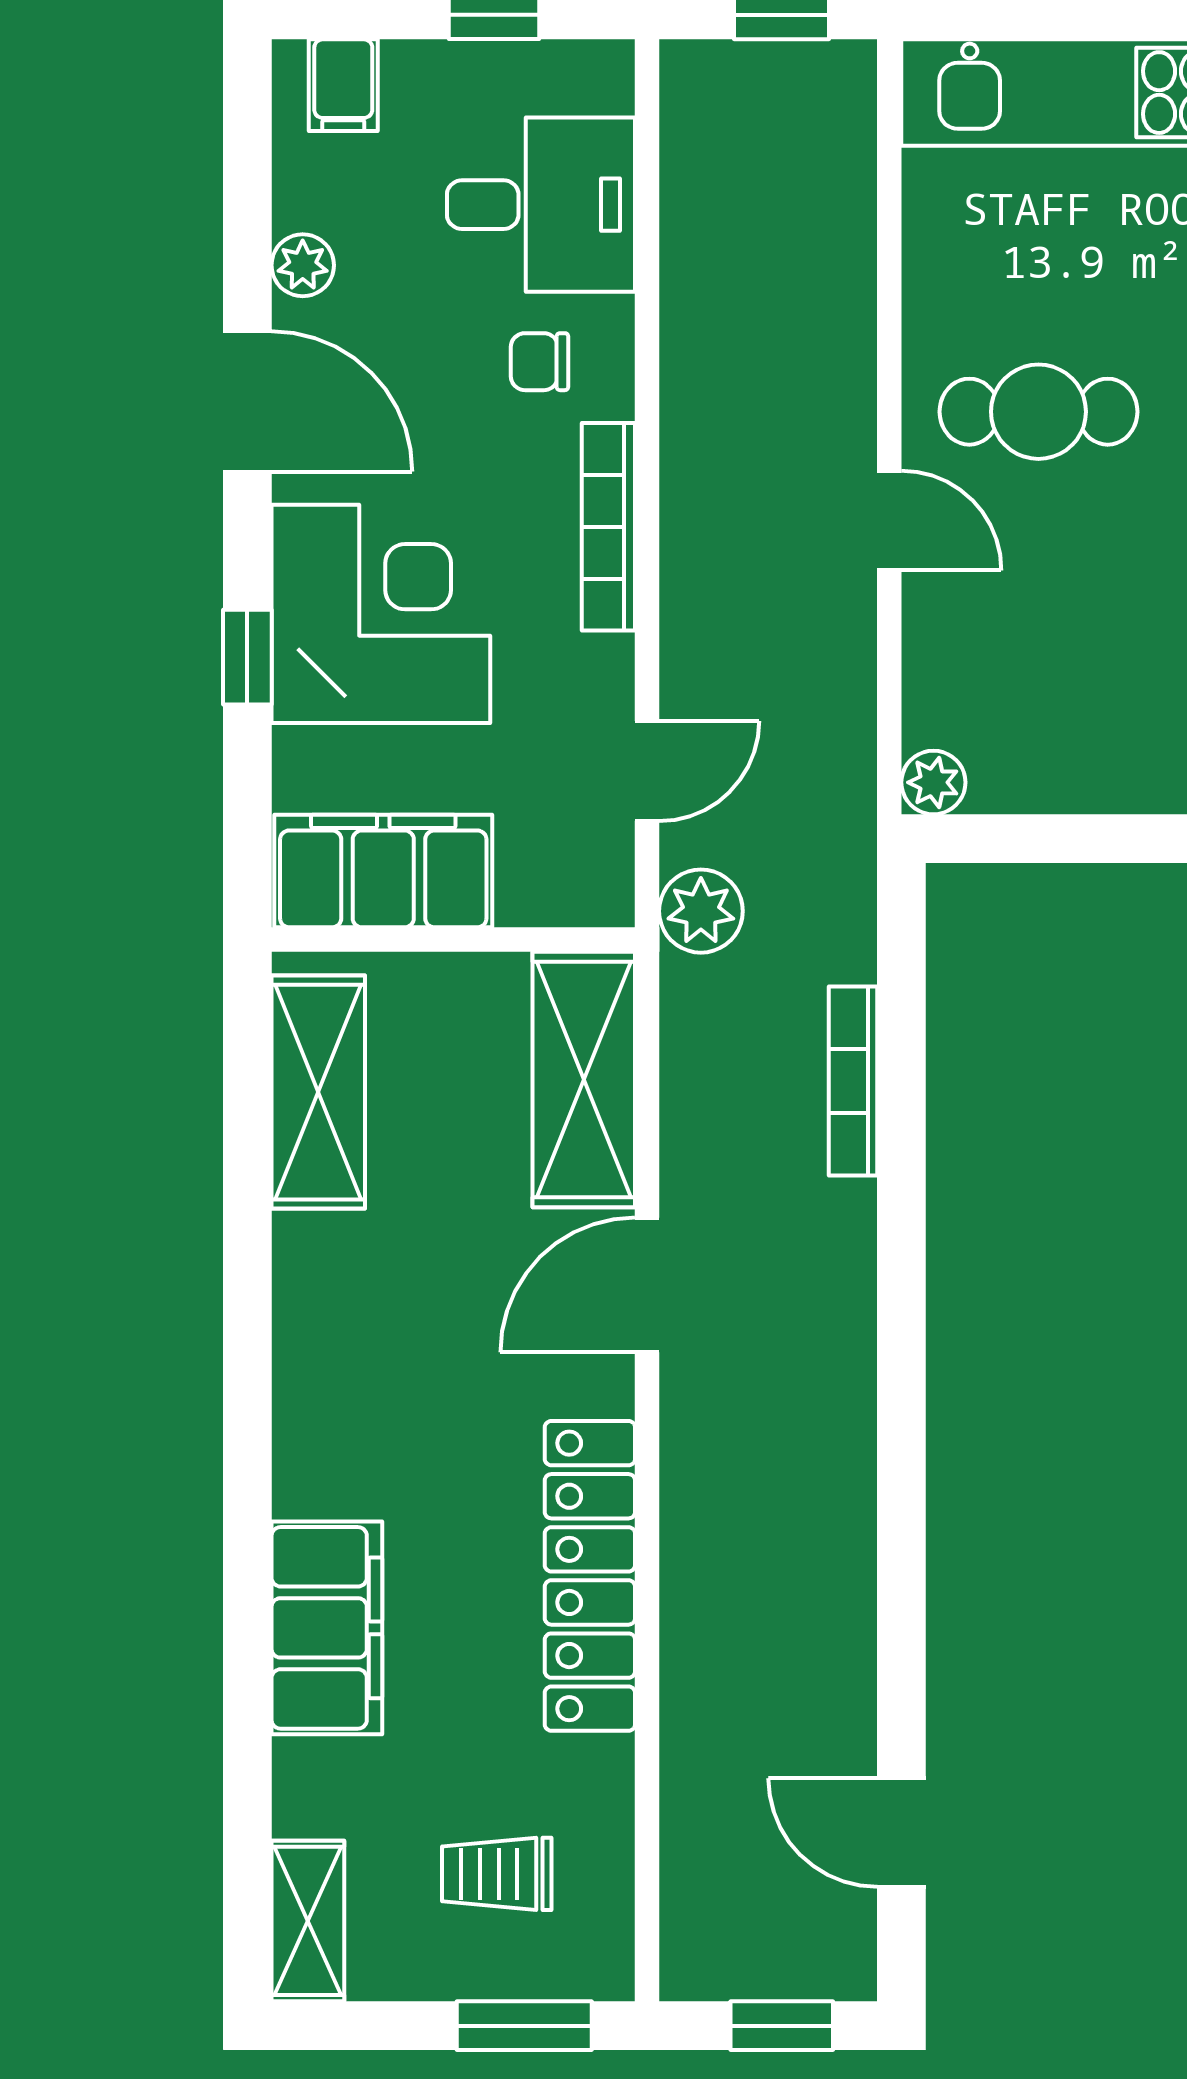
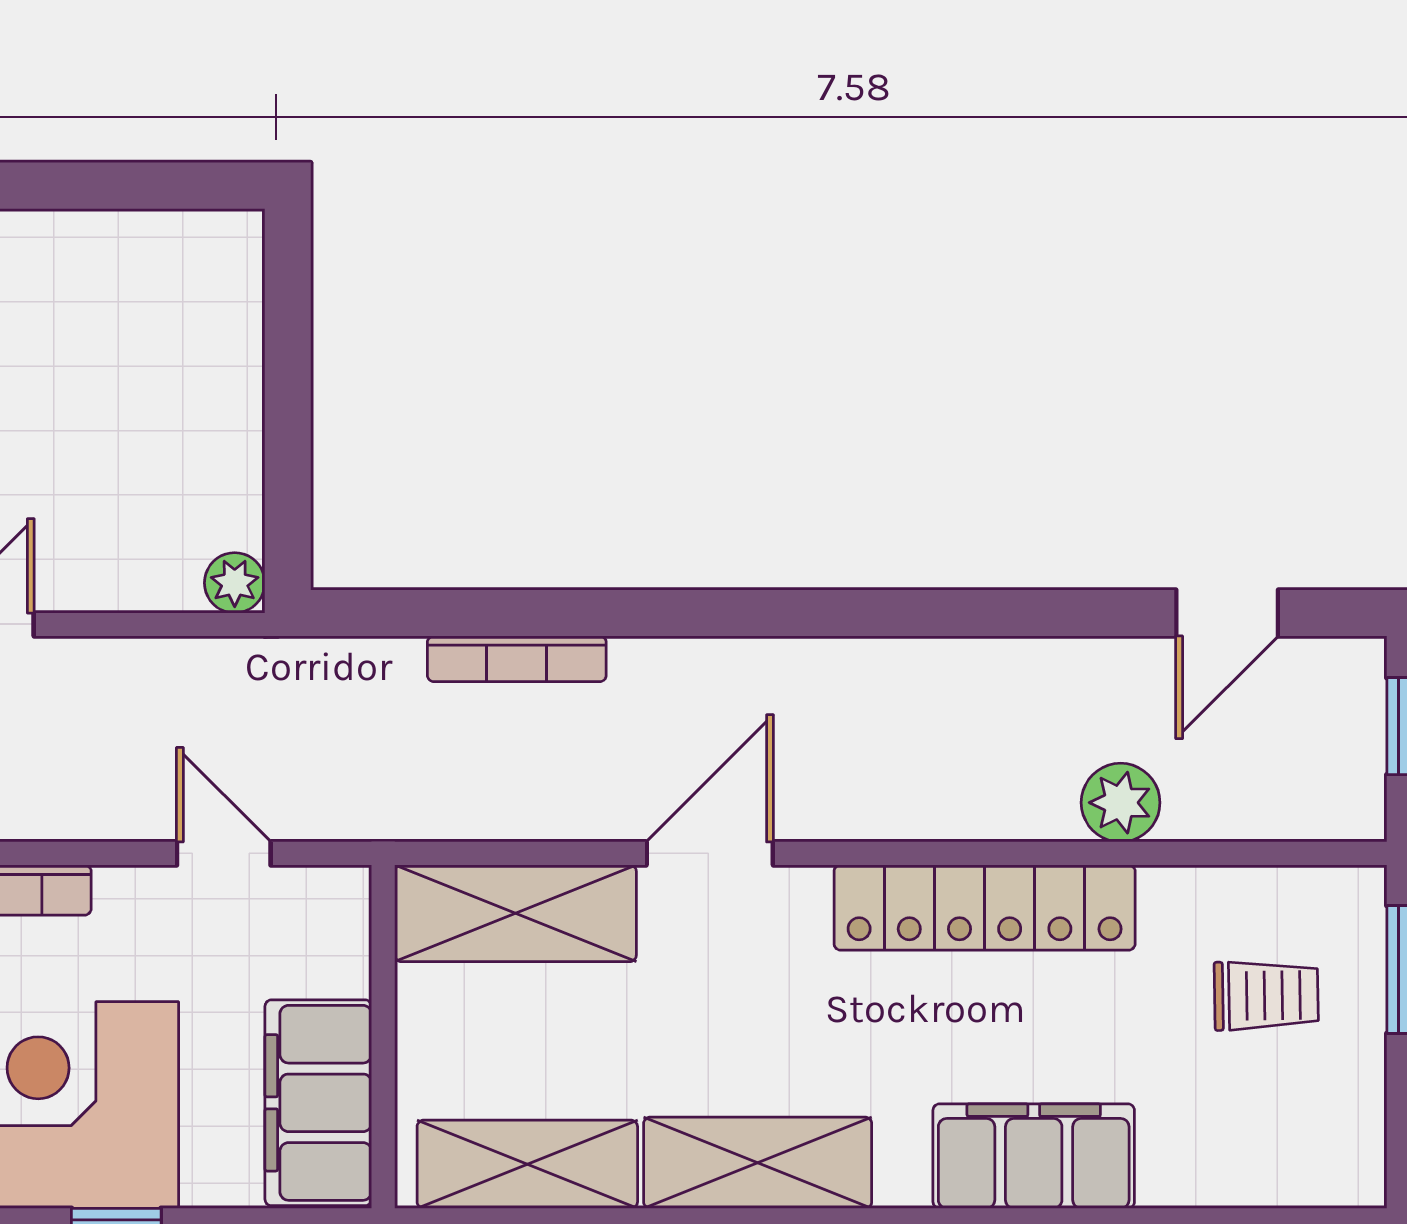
plant: (701, 911) -> (1121, 803), moved
door: (647, 1285) -> (710, 853), swing flipped
trolley: (497, 1874) -> (1266, 996), turned -91
shelving: (308, 1921) -> (758, 1163), moved, width x1.50, depth x1.33

